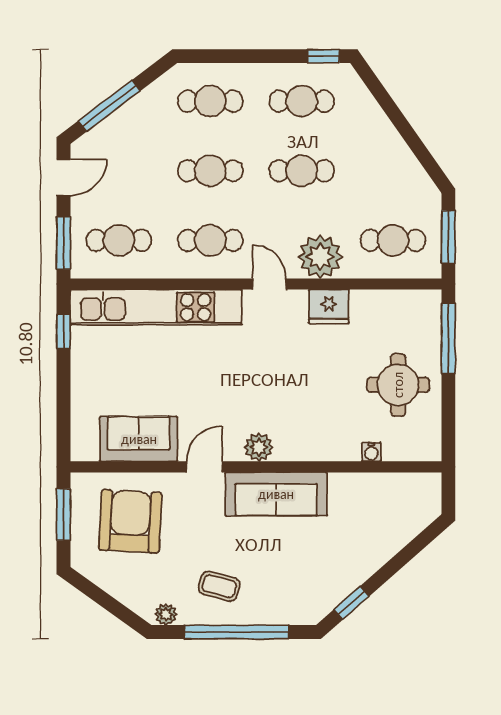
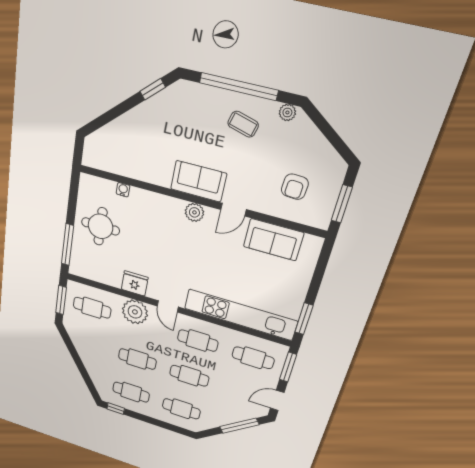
window: (64, 331) -> (304, 319), width x1.50
sofa: (276, 494) -> (198, 181), width x0.73
armchair: (130, 521) -> (295, 187), width x0.53, depth x0.53

